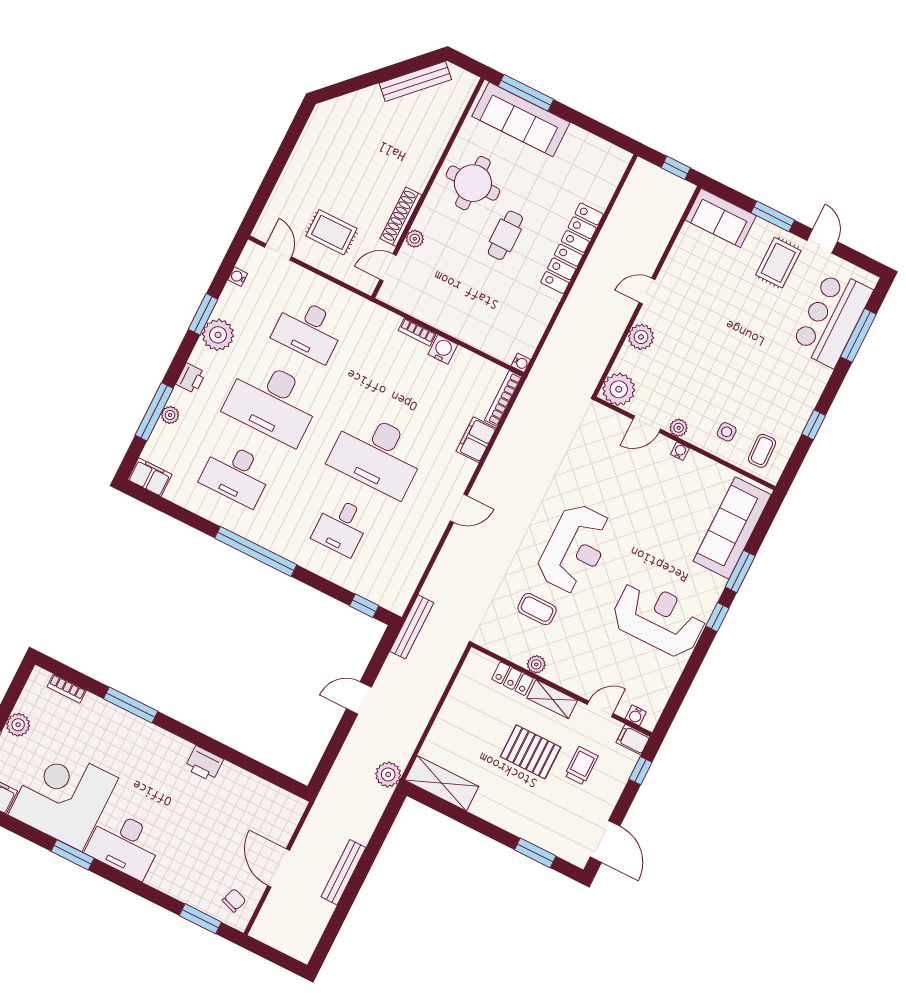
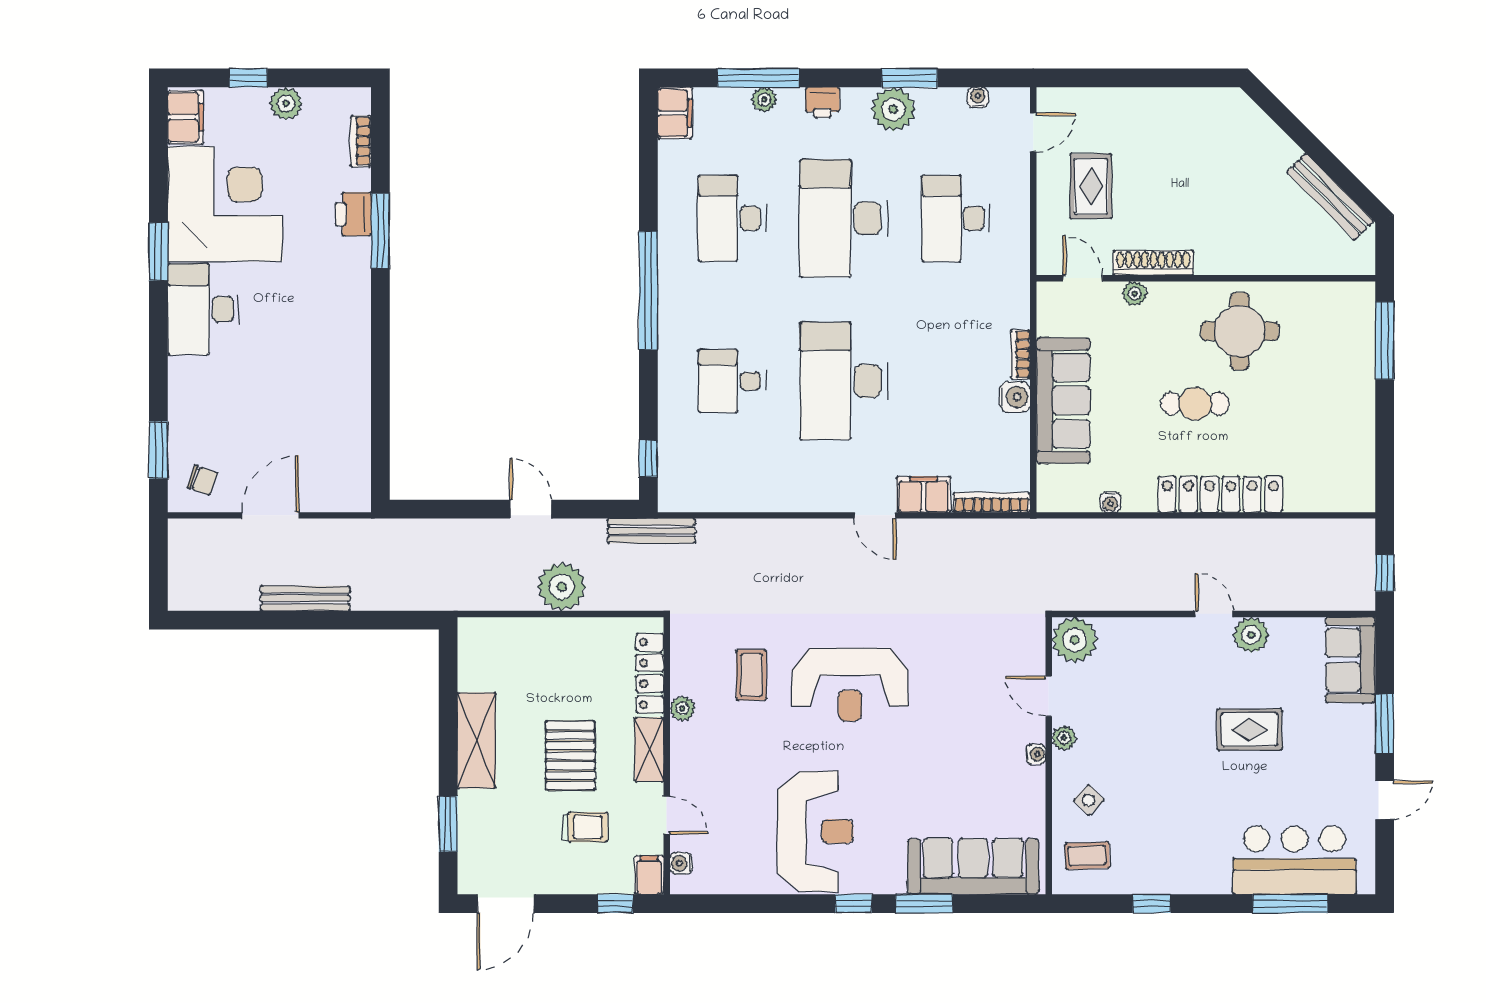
sofa: (521, 119) -> (1063, 401), moved, turned 180
rug: (778, 263) -> (1249, 730), moved
plant: (641, 337) -> (1251, 635), moved
water cooler: (521, 363) -> (1110, 502), moved
side table: (727, 432) -> (1089, 800), turned 45
door: (459, 508) -> (875, 515), moved
locker: (512, 679) -> (650, 673), width x1.53
printer: (204, 764) -> (353, 214), moved
plant: (388, 774) -> (562, 587), moved, width x1.36, depth x1.36
shelving: (442, 783) -> (476, 741), moved

